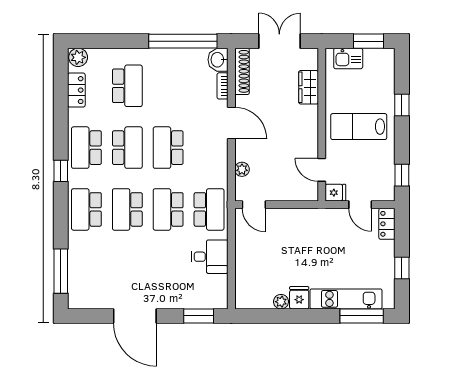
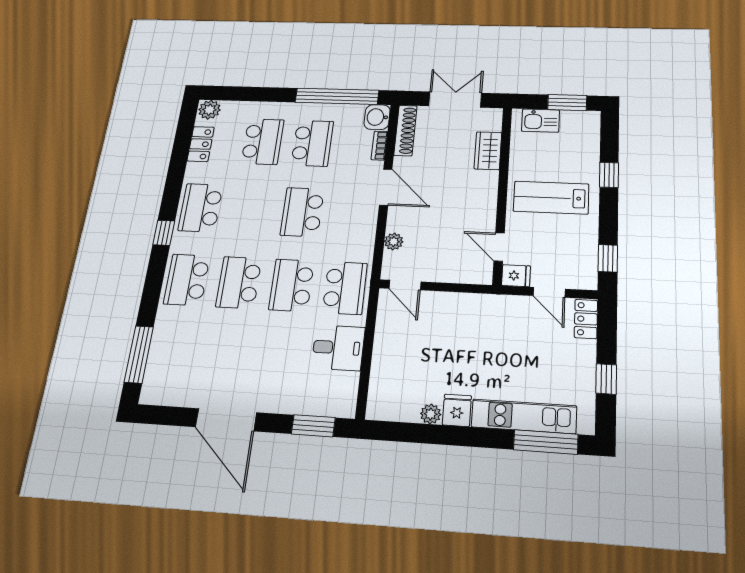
school desk: (127, 148) -> (312, 143), moved

